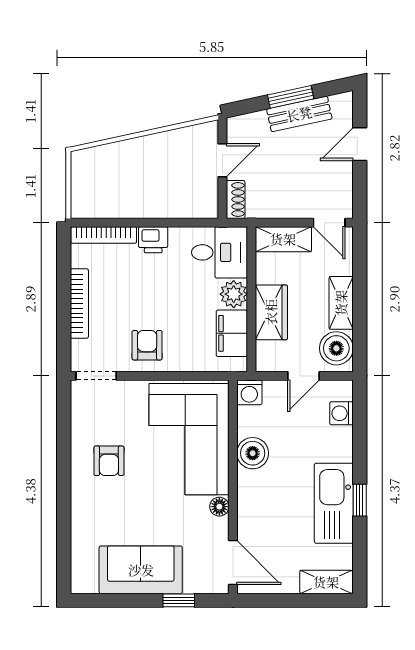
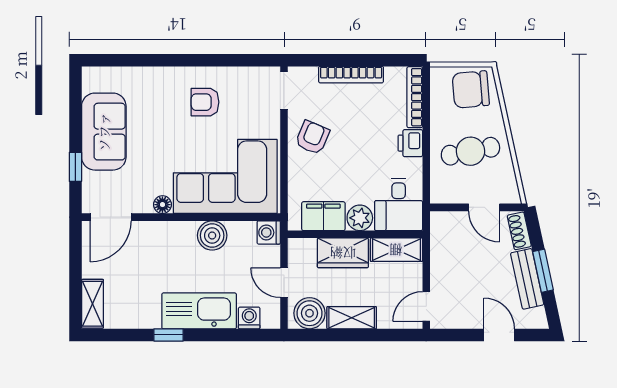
chair: (95, 175) -> (471, 89), added
cafe table: (162, 175) -> (470, 151), added
shoe rack: (236, 199) -> (519, 231), moved, turned 78
shelving: (283, 239) -> (396, 250), moved, turned 90
armchair: (147, 345) -> (312, 137), turned -67
kitchen sink: (334, 503) -> (199, 311), moved

